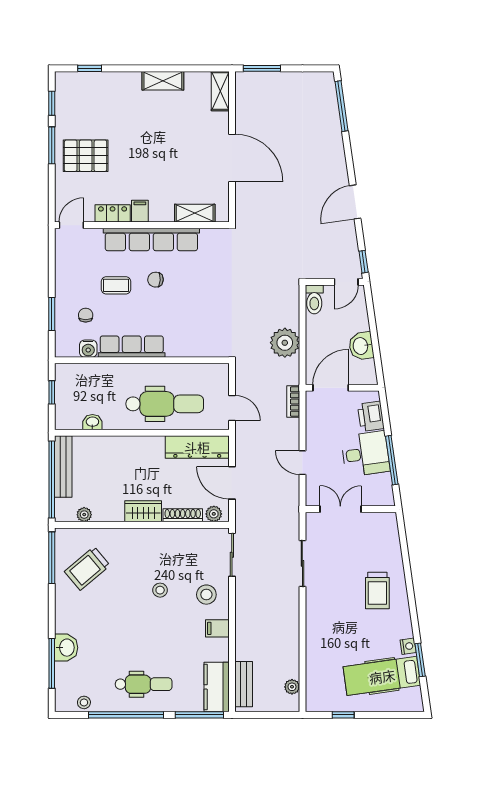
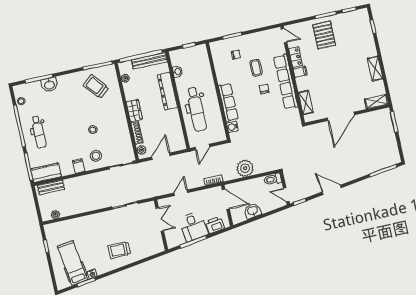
row of seats: (132, 347) -> (228, 103), moved
water cooler: (88, 349) -> (232, 127), moved
dresser: (197, 447) -> (167, 91), moved

